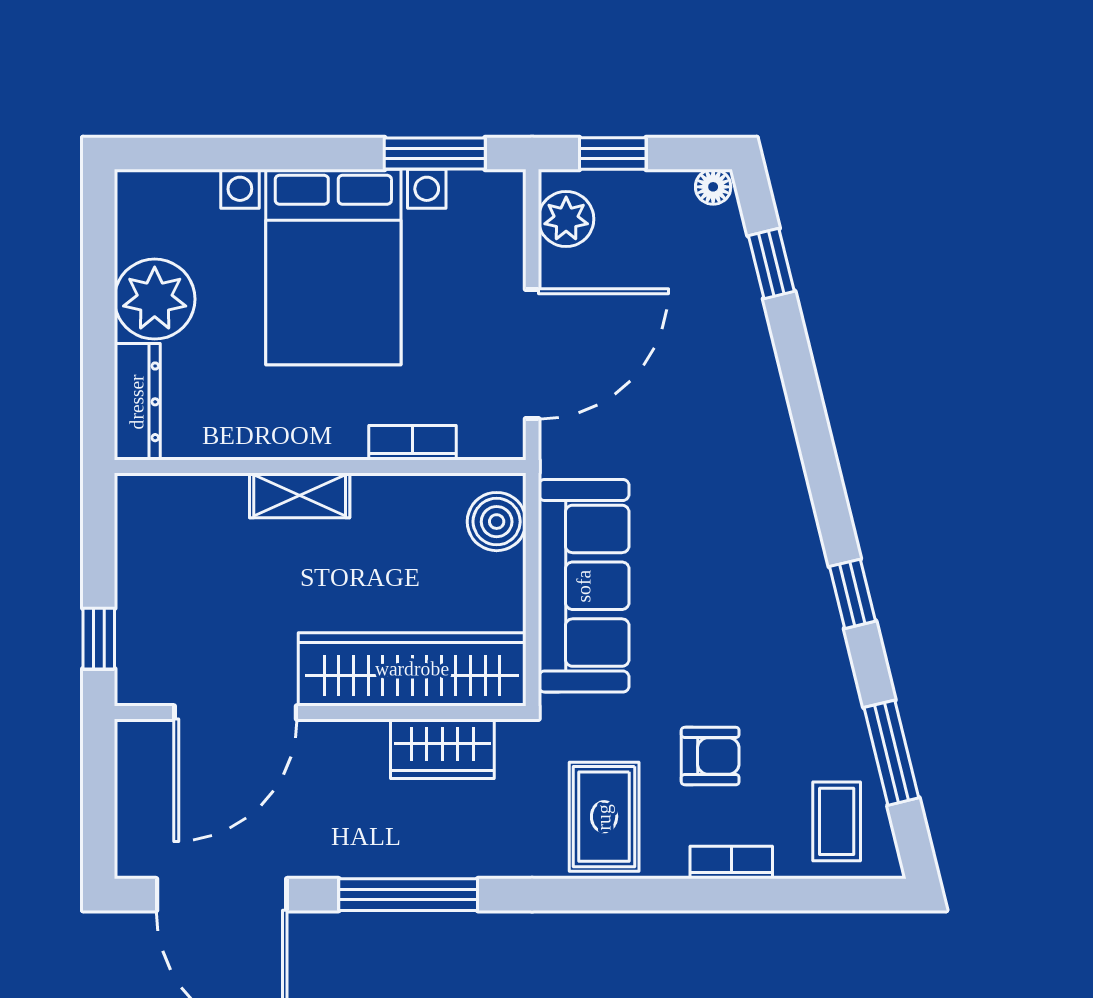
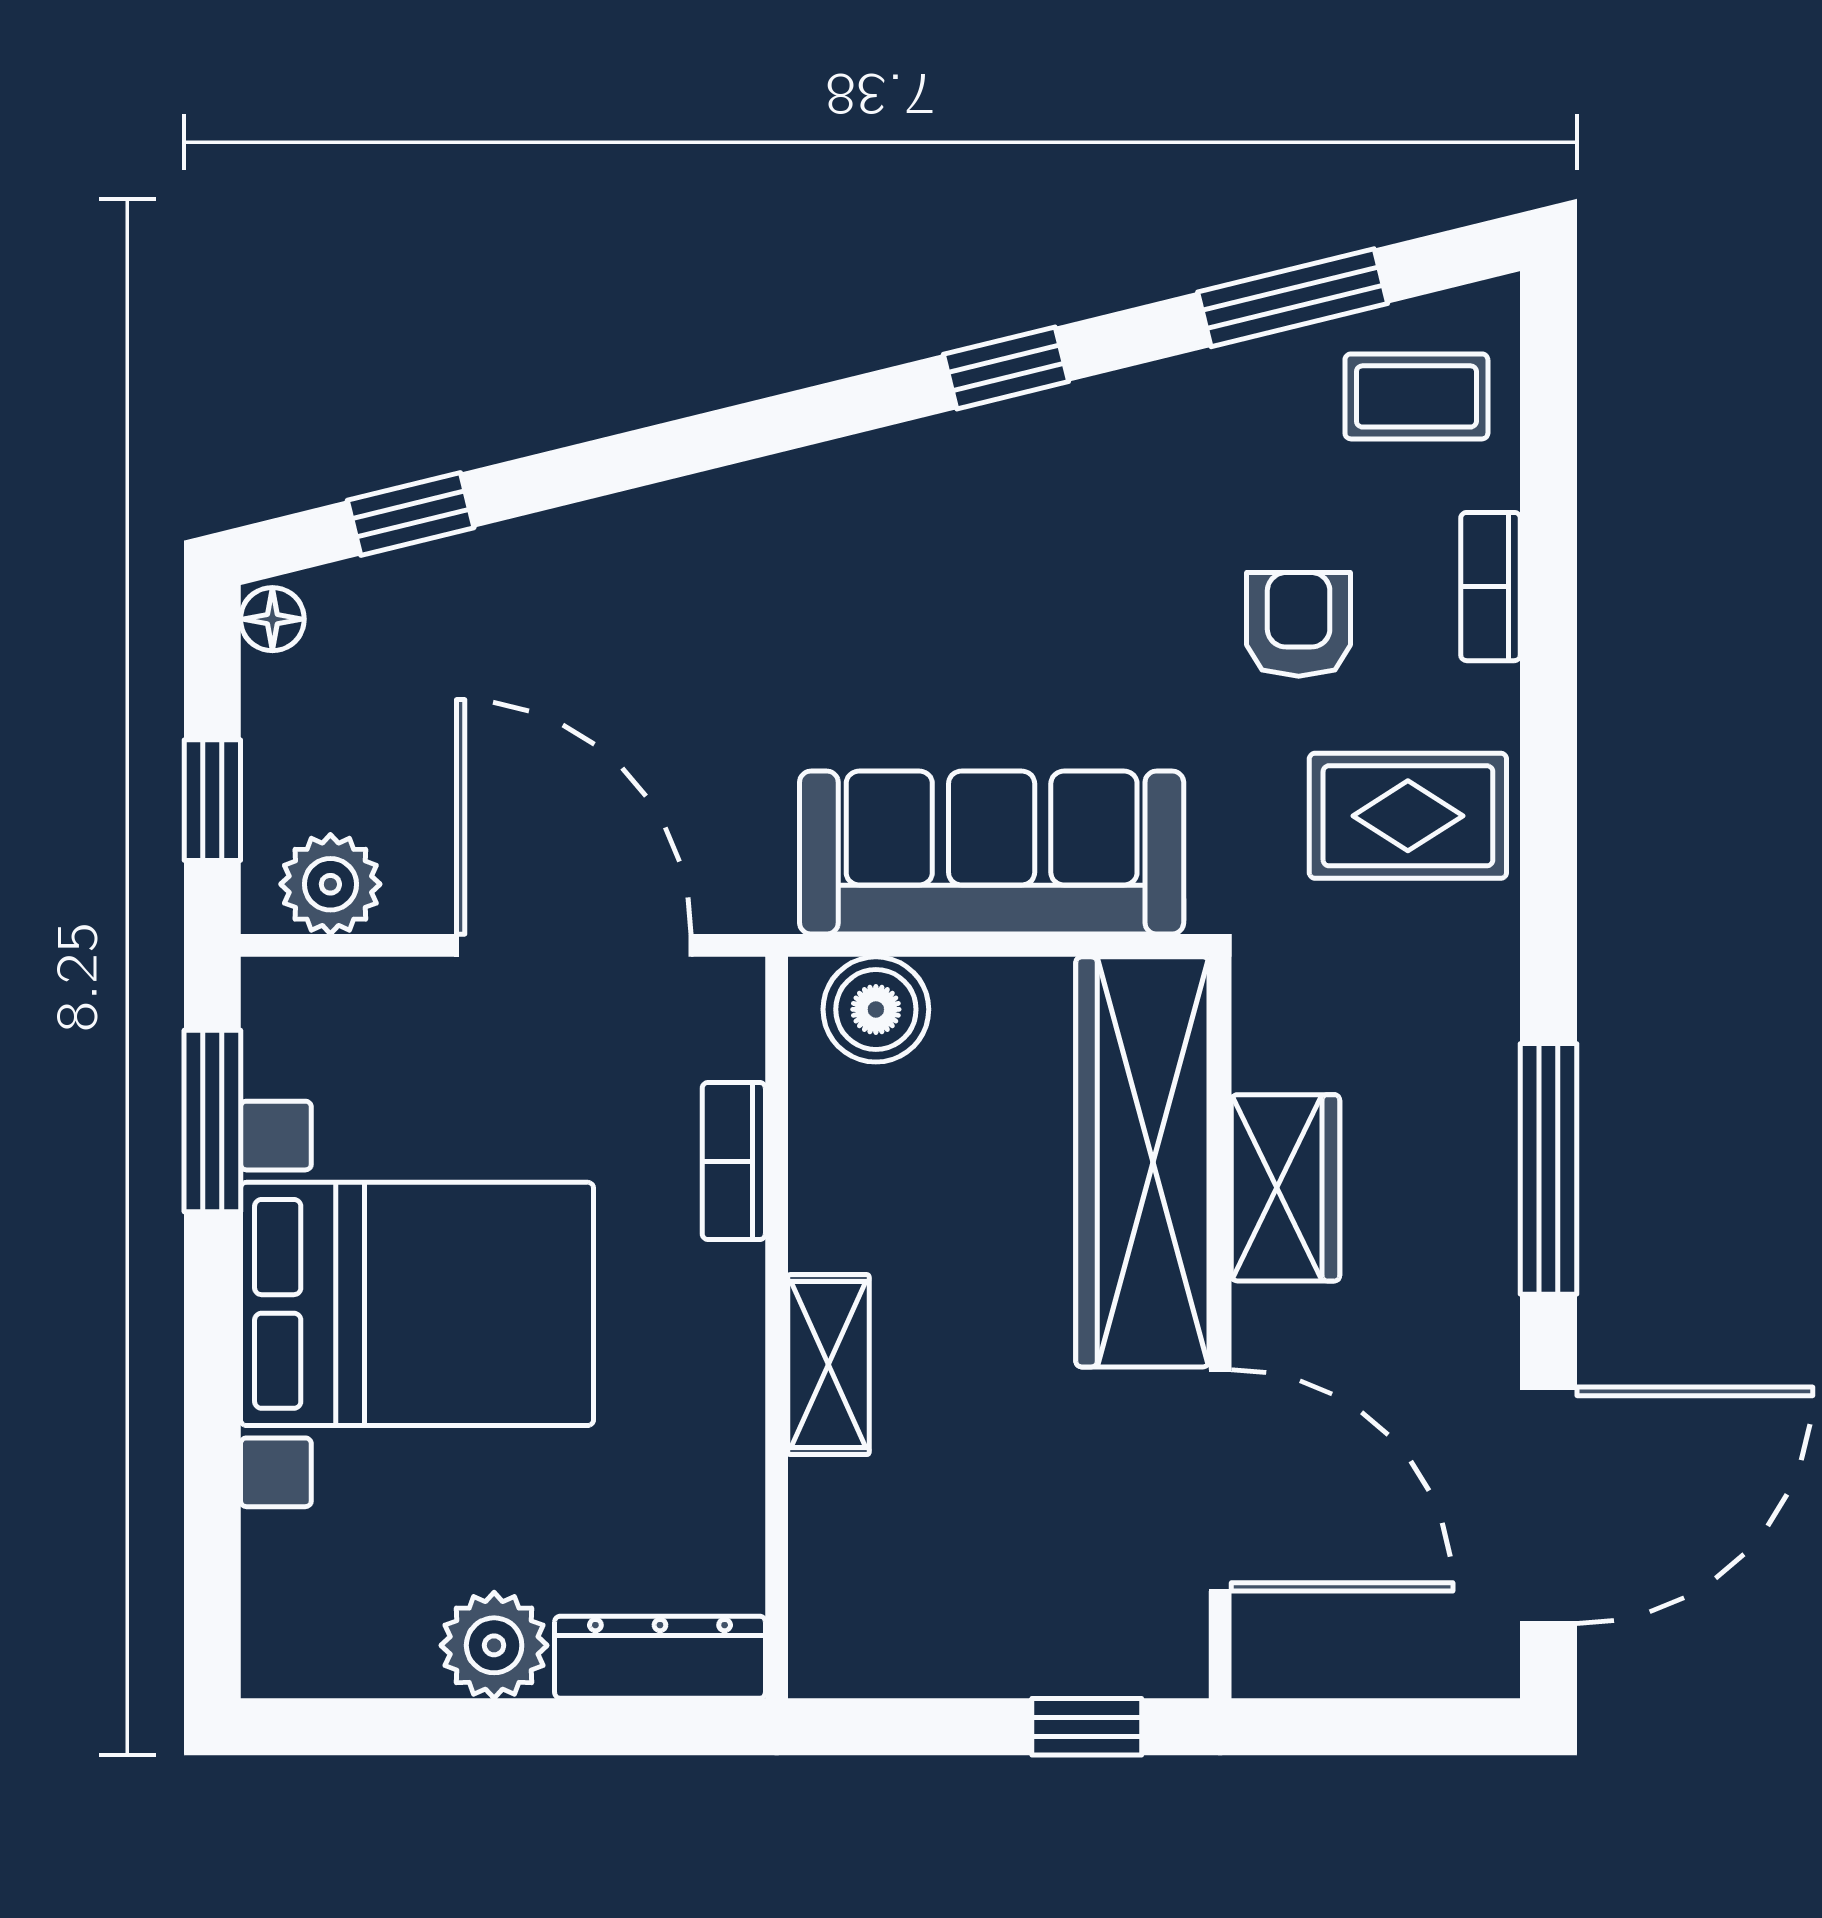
plant: (155, 299) -> (494, 1645), width x0.73, depth x0.73
wardrobe: (442, 749) -> (1285, 1188), moved

